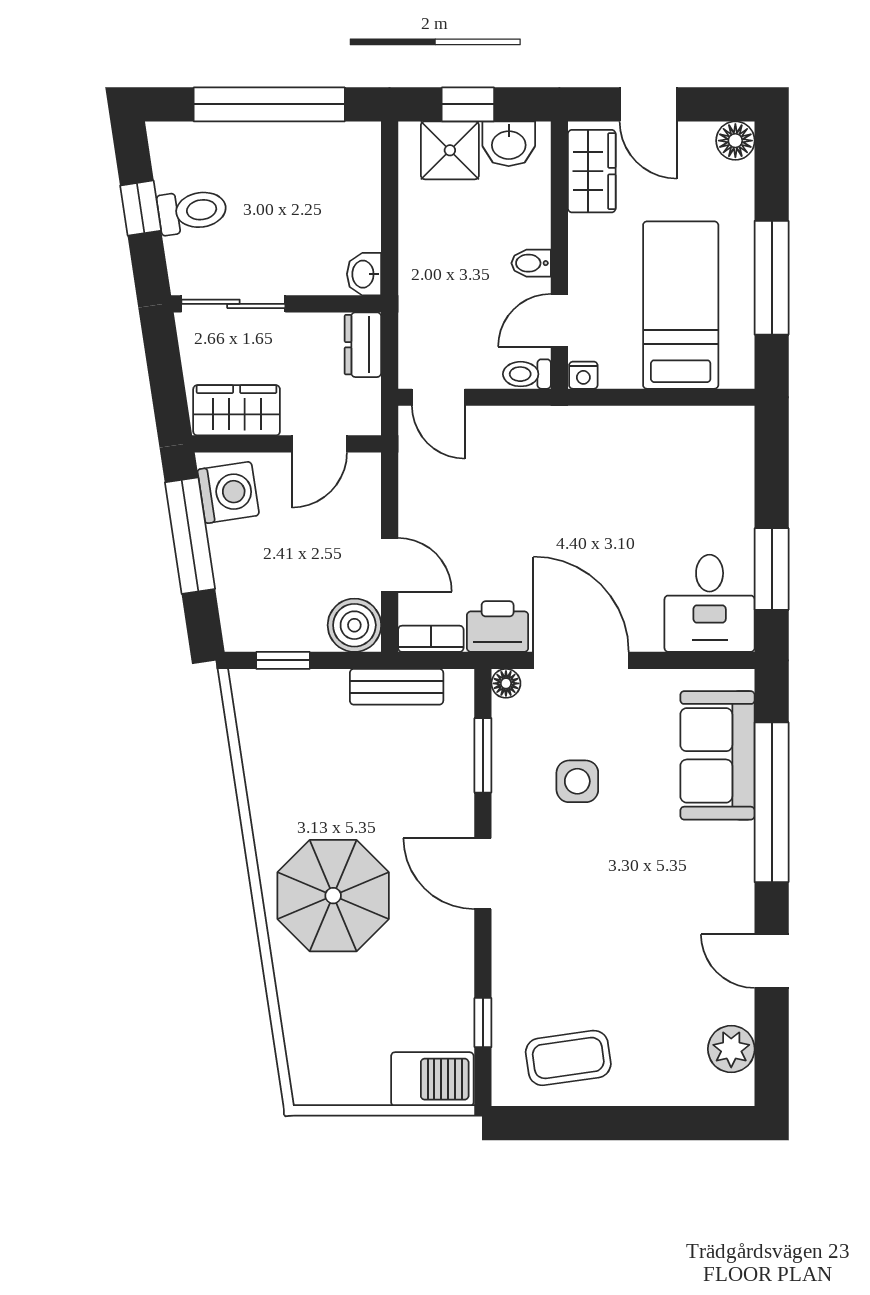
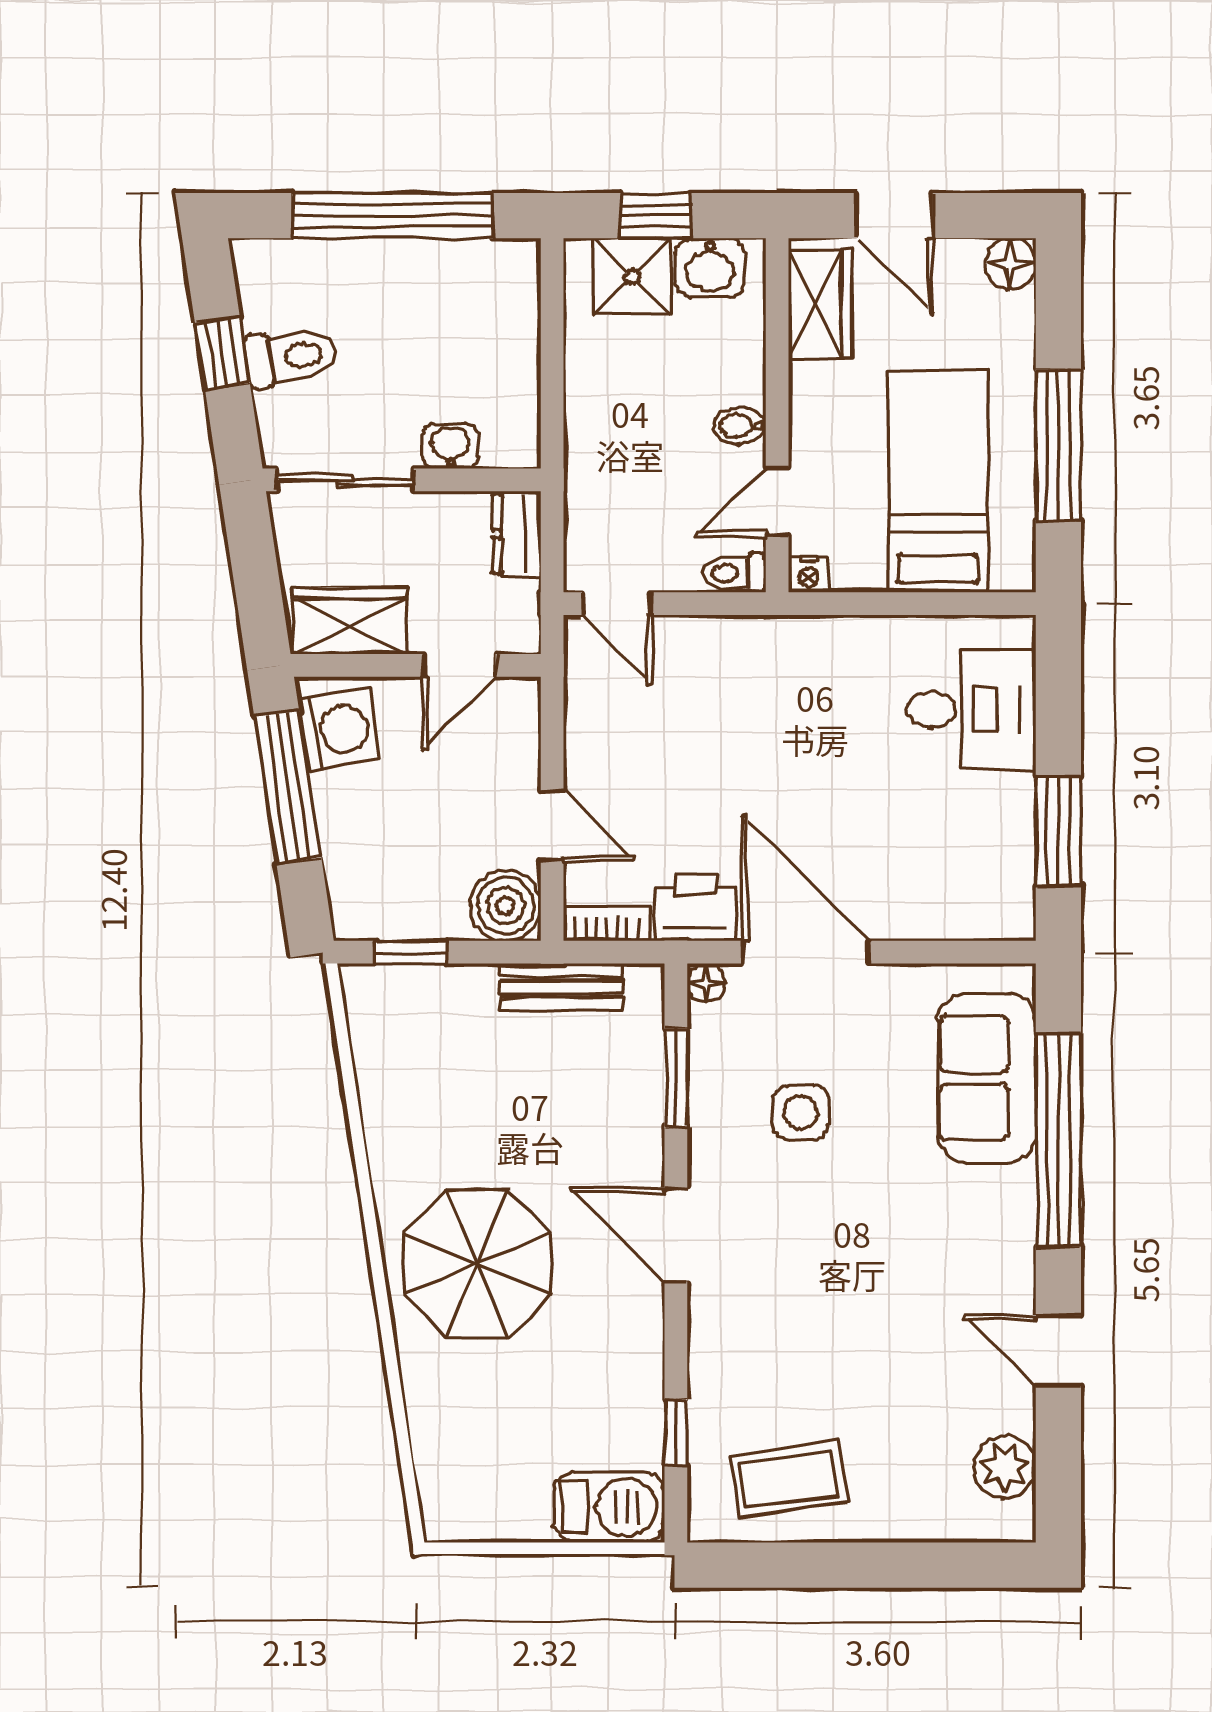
washbasin: (364, 274) -> (451, 446), moved, turned 90
desk: (710, 603) -> (971, 710), moved, turned -90

